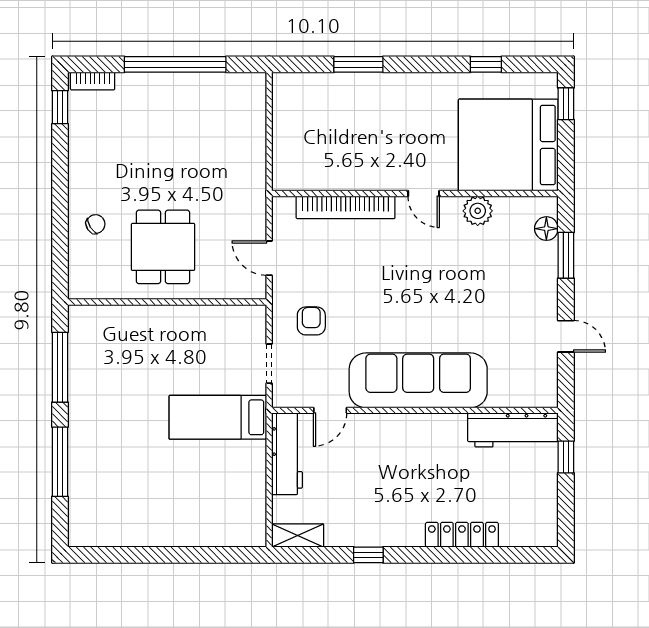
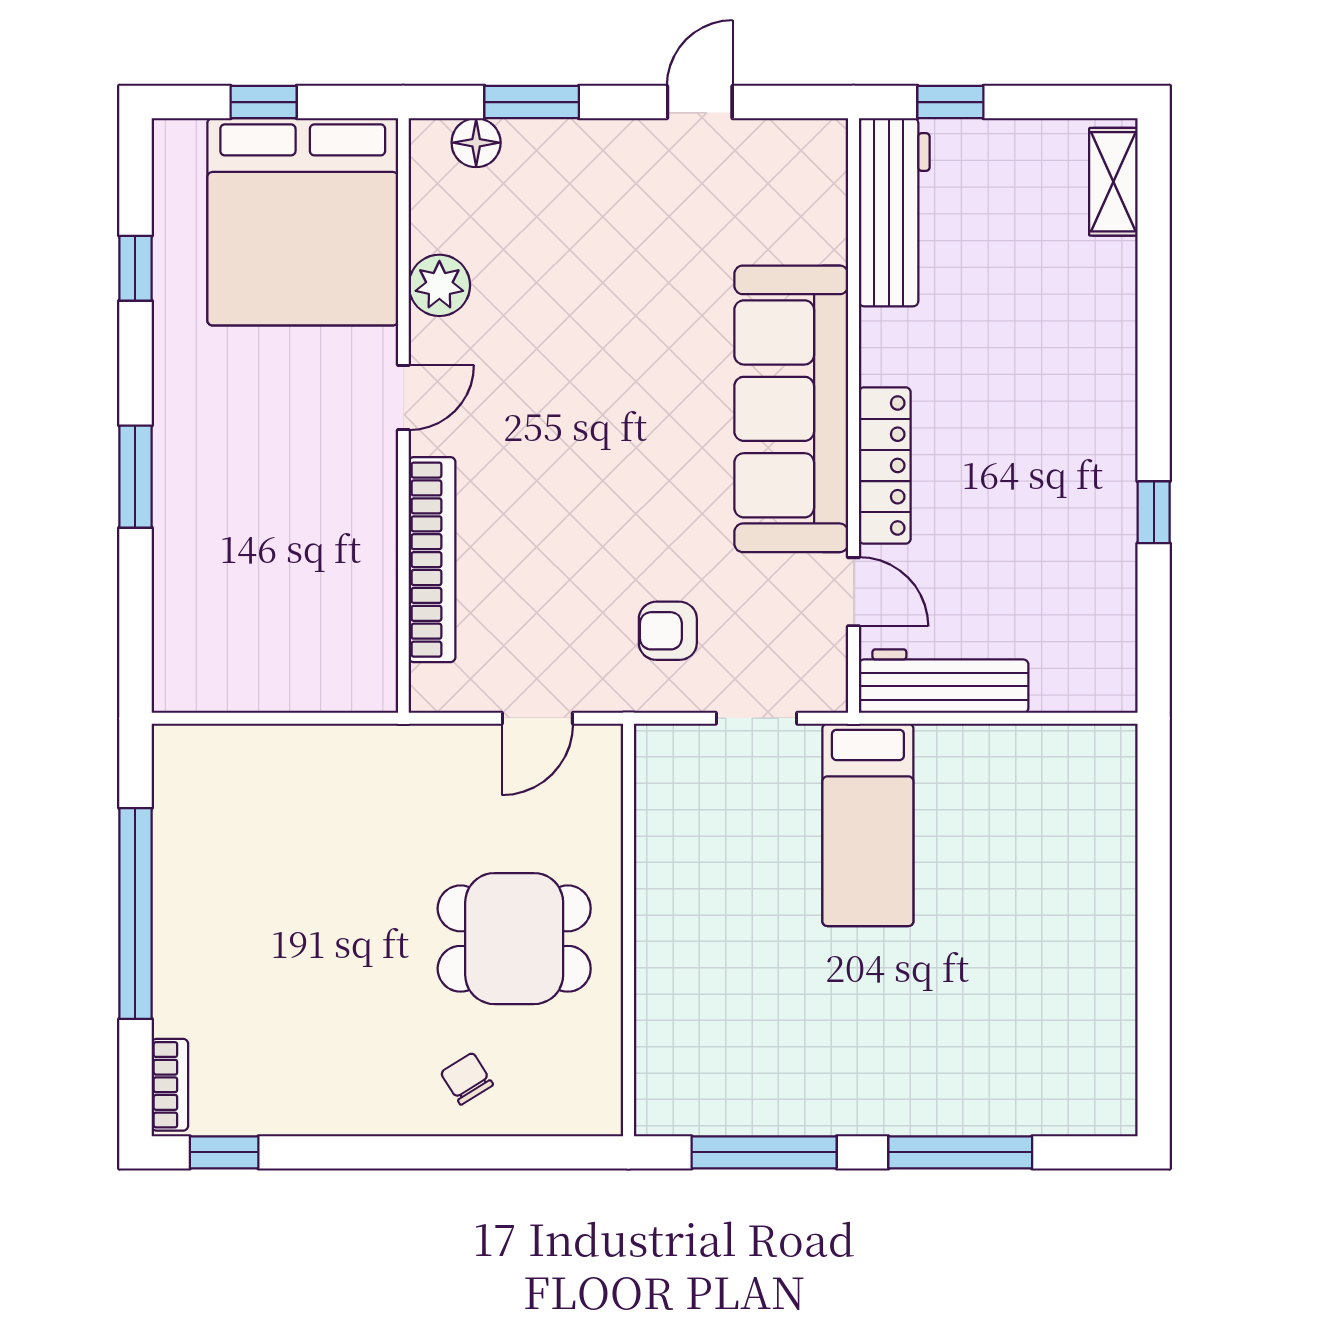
window: (358, 64) -> (135, 477), moved
window: (566, 104) -> (264, 102), moved
shelving: (298, 535) -> (1113, 182), moved
locker: (462, 535) -> (885, 465), moved, turned 180

